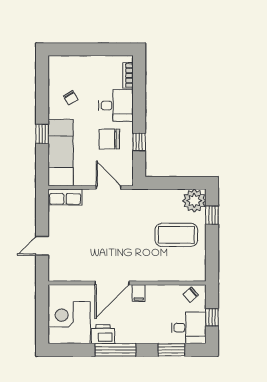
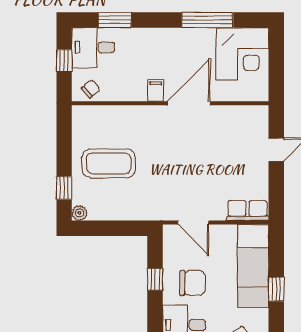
plant: (194, 201) -> (79, 213), width x0.53, depth x0.53
printer: (103, 334) -> (200, 39), removed
window: (115, 350) -> (208, 20), moved

